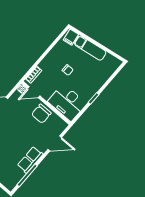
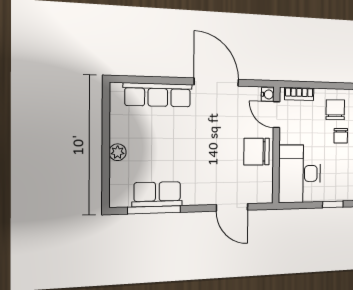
chair: (54, 63) -> (335, 110), added
row of seats: (30, 160) -> (157, 194), moved

